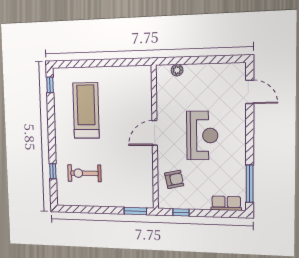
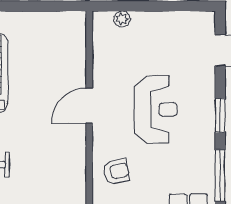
window: (250, 140) -> (220, 115), added

